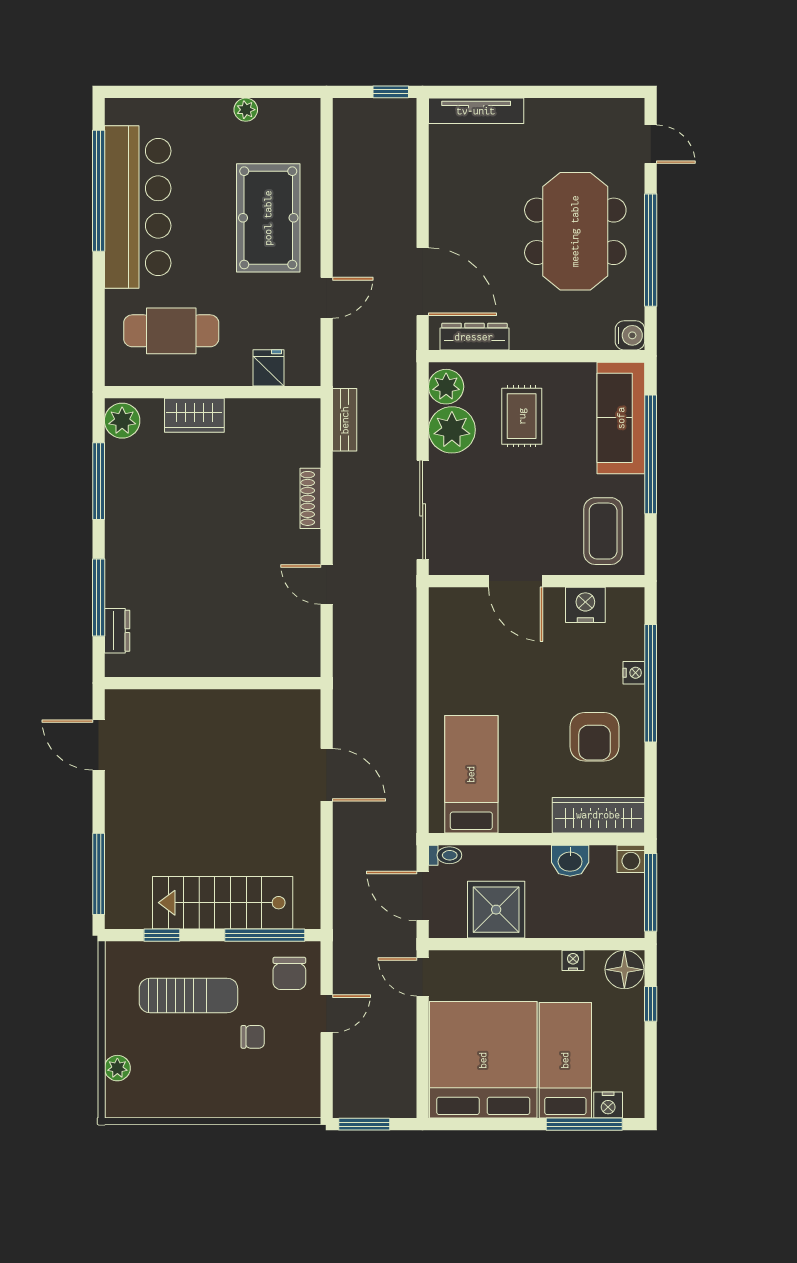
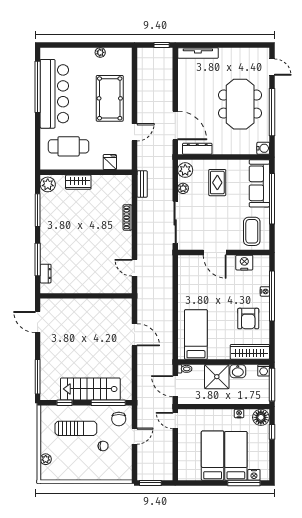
plant: (452, 430) -> (183, 188), width x0.53, depth x0.53
door: (327, 584) -> (134, 268), moved
shower: (496, 910) -> (217, 377), moved
bed: (483, 1060) -> (213, 456), width x0.49

